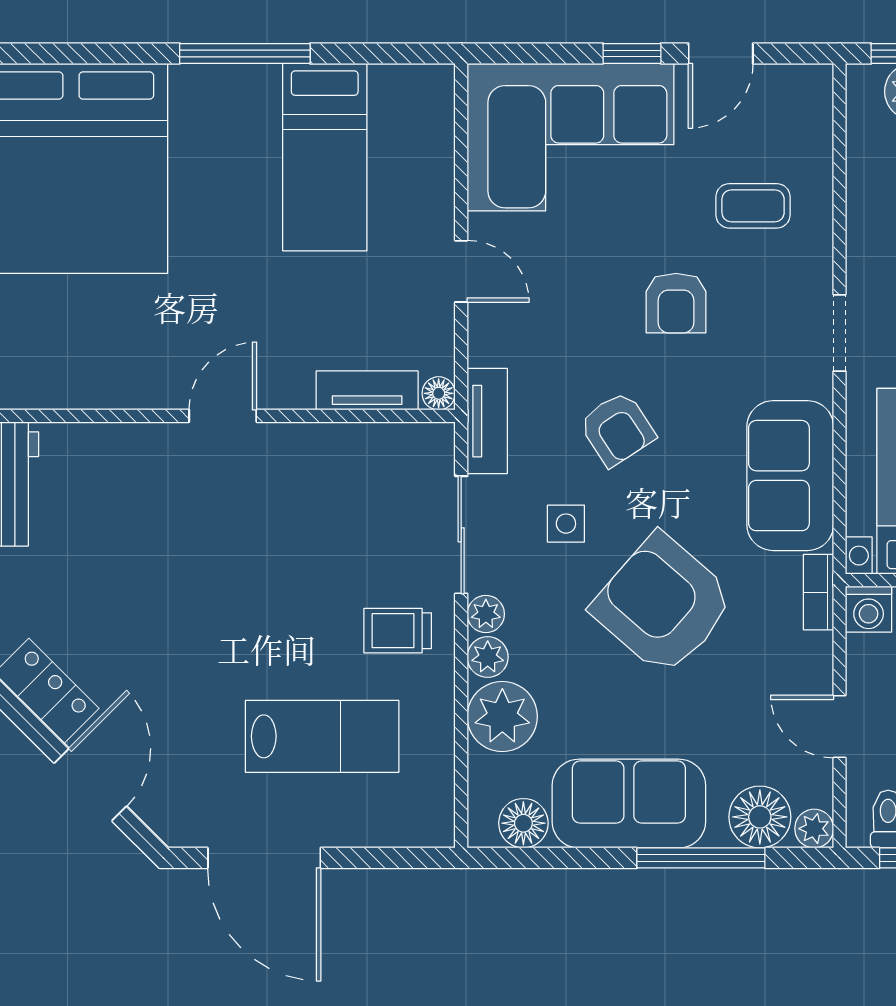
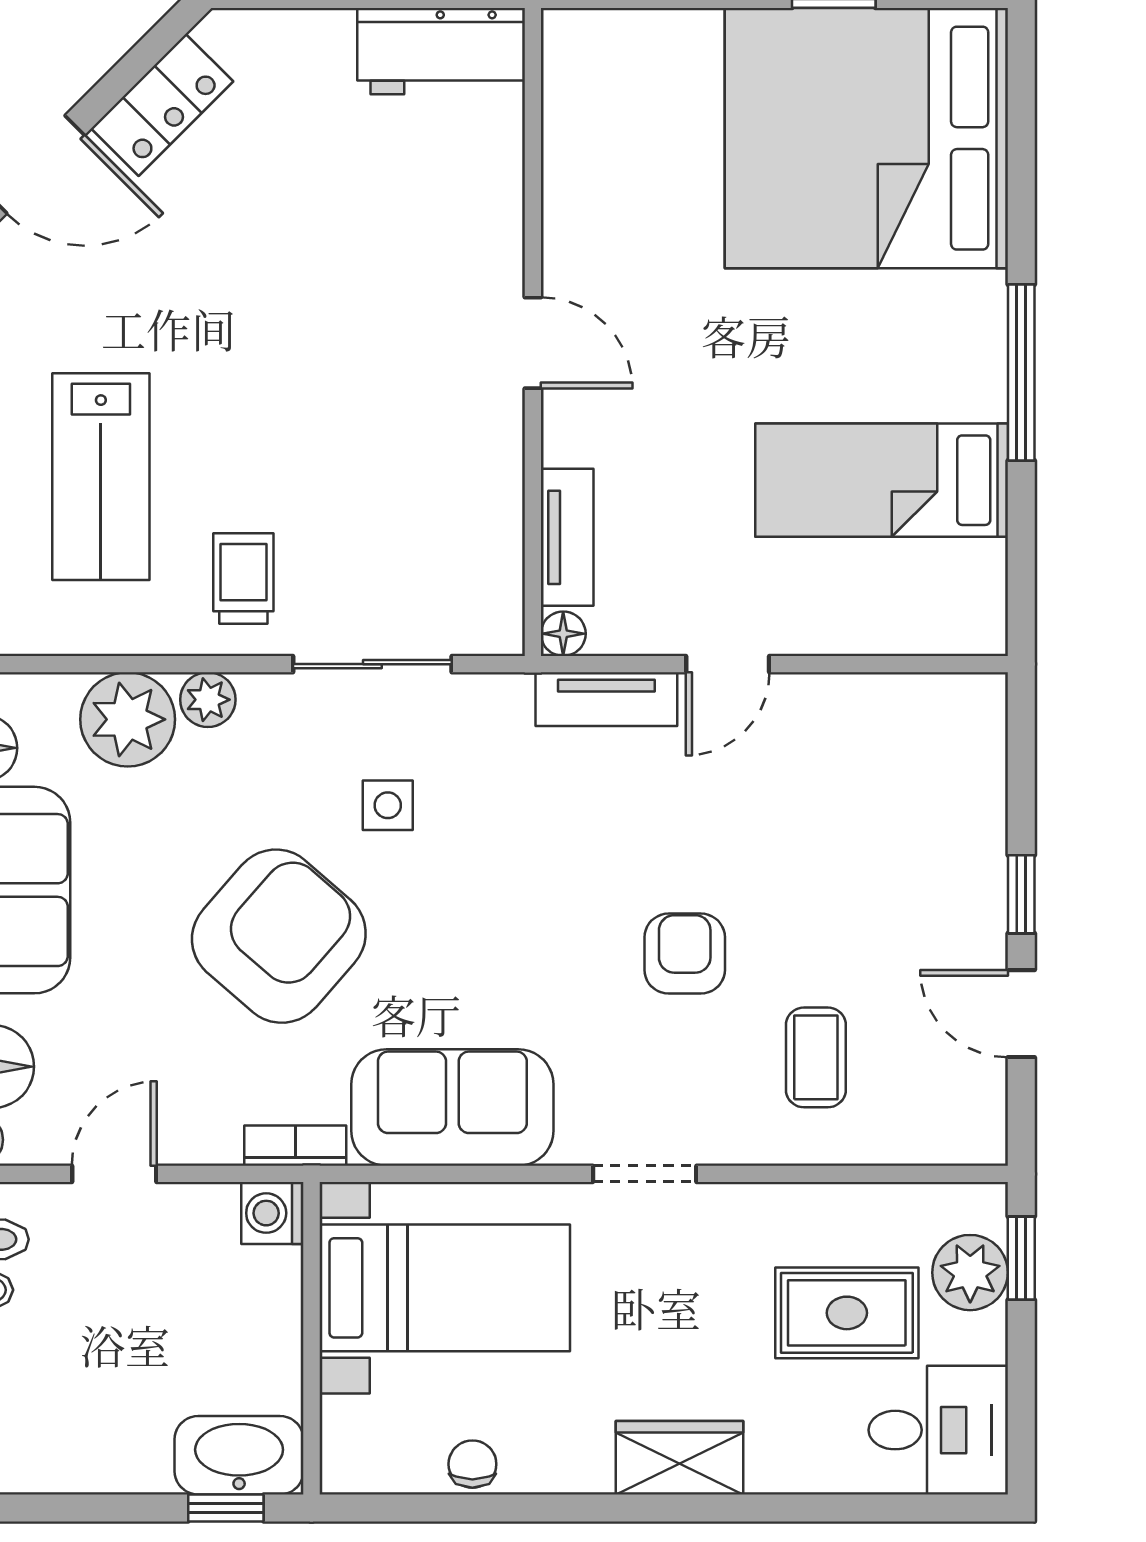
corner sofa: (571, 137) -> (908, 811), removed
armchair: (676, 303) -> (685, 954), turned 90
tv unit: (487, 421) -> (606, 699), moved
armchair: (617, 429) -> (515, 874), removed
plant: (486, 614) -> (266, 697), removed

